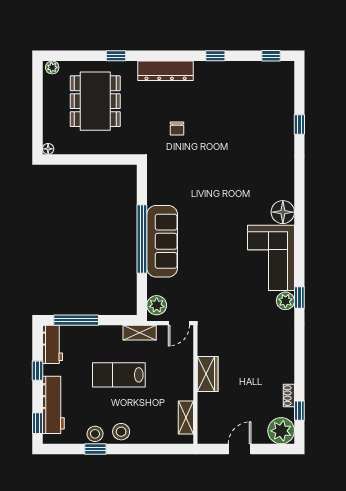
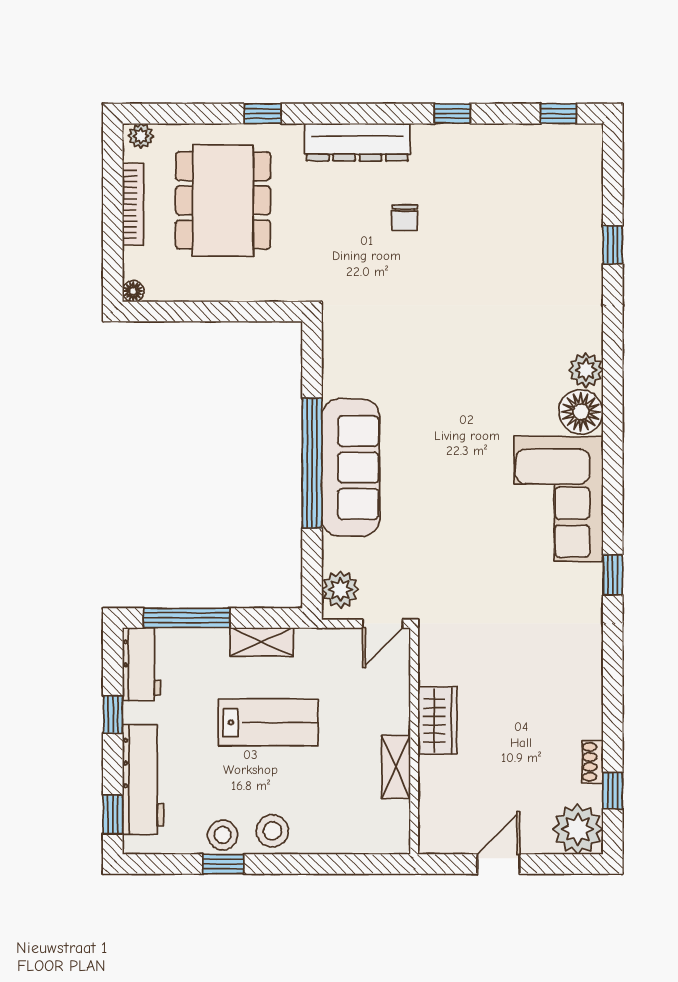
bookcase: (48, 103) -> (133, 204), added
chair: (177, 129) -> (405, 218), moved
plant: (285, 301) -> (586, 370), moved
shelving: (140, 333) -> (262, 642), moved
lab bench: (119, 375) -> (268, 722), turned 180
shelving: (186, 418) -> (396, 767), moved

